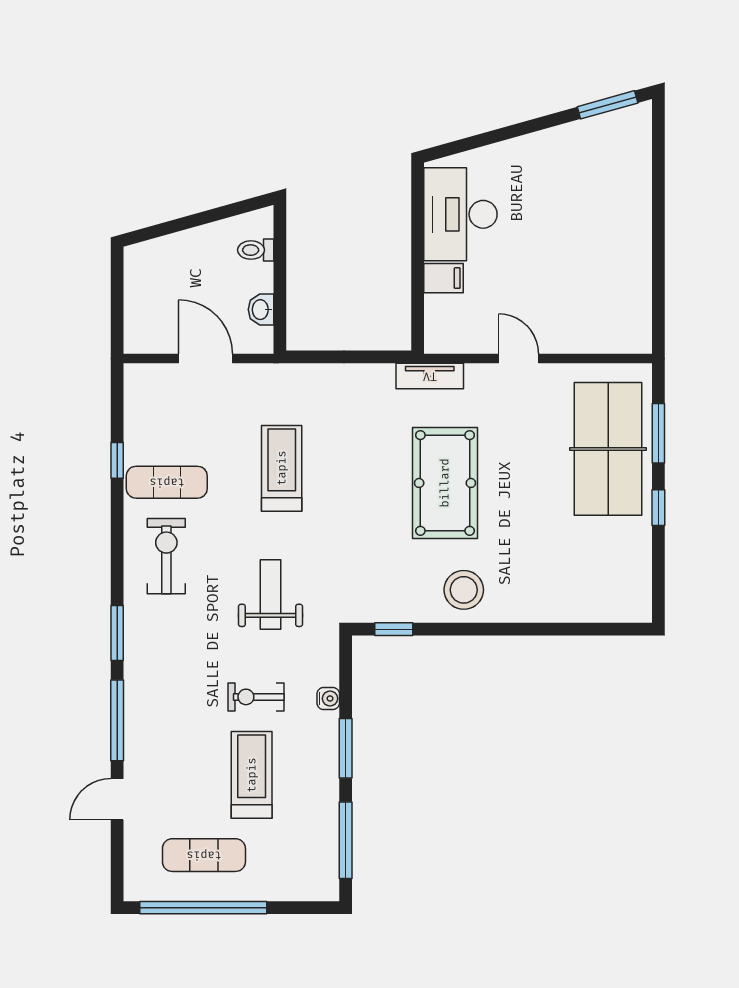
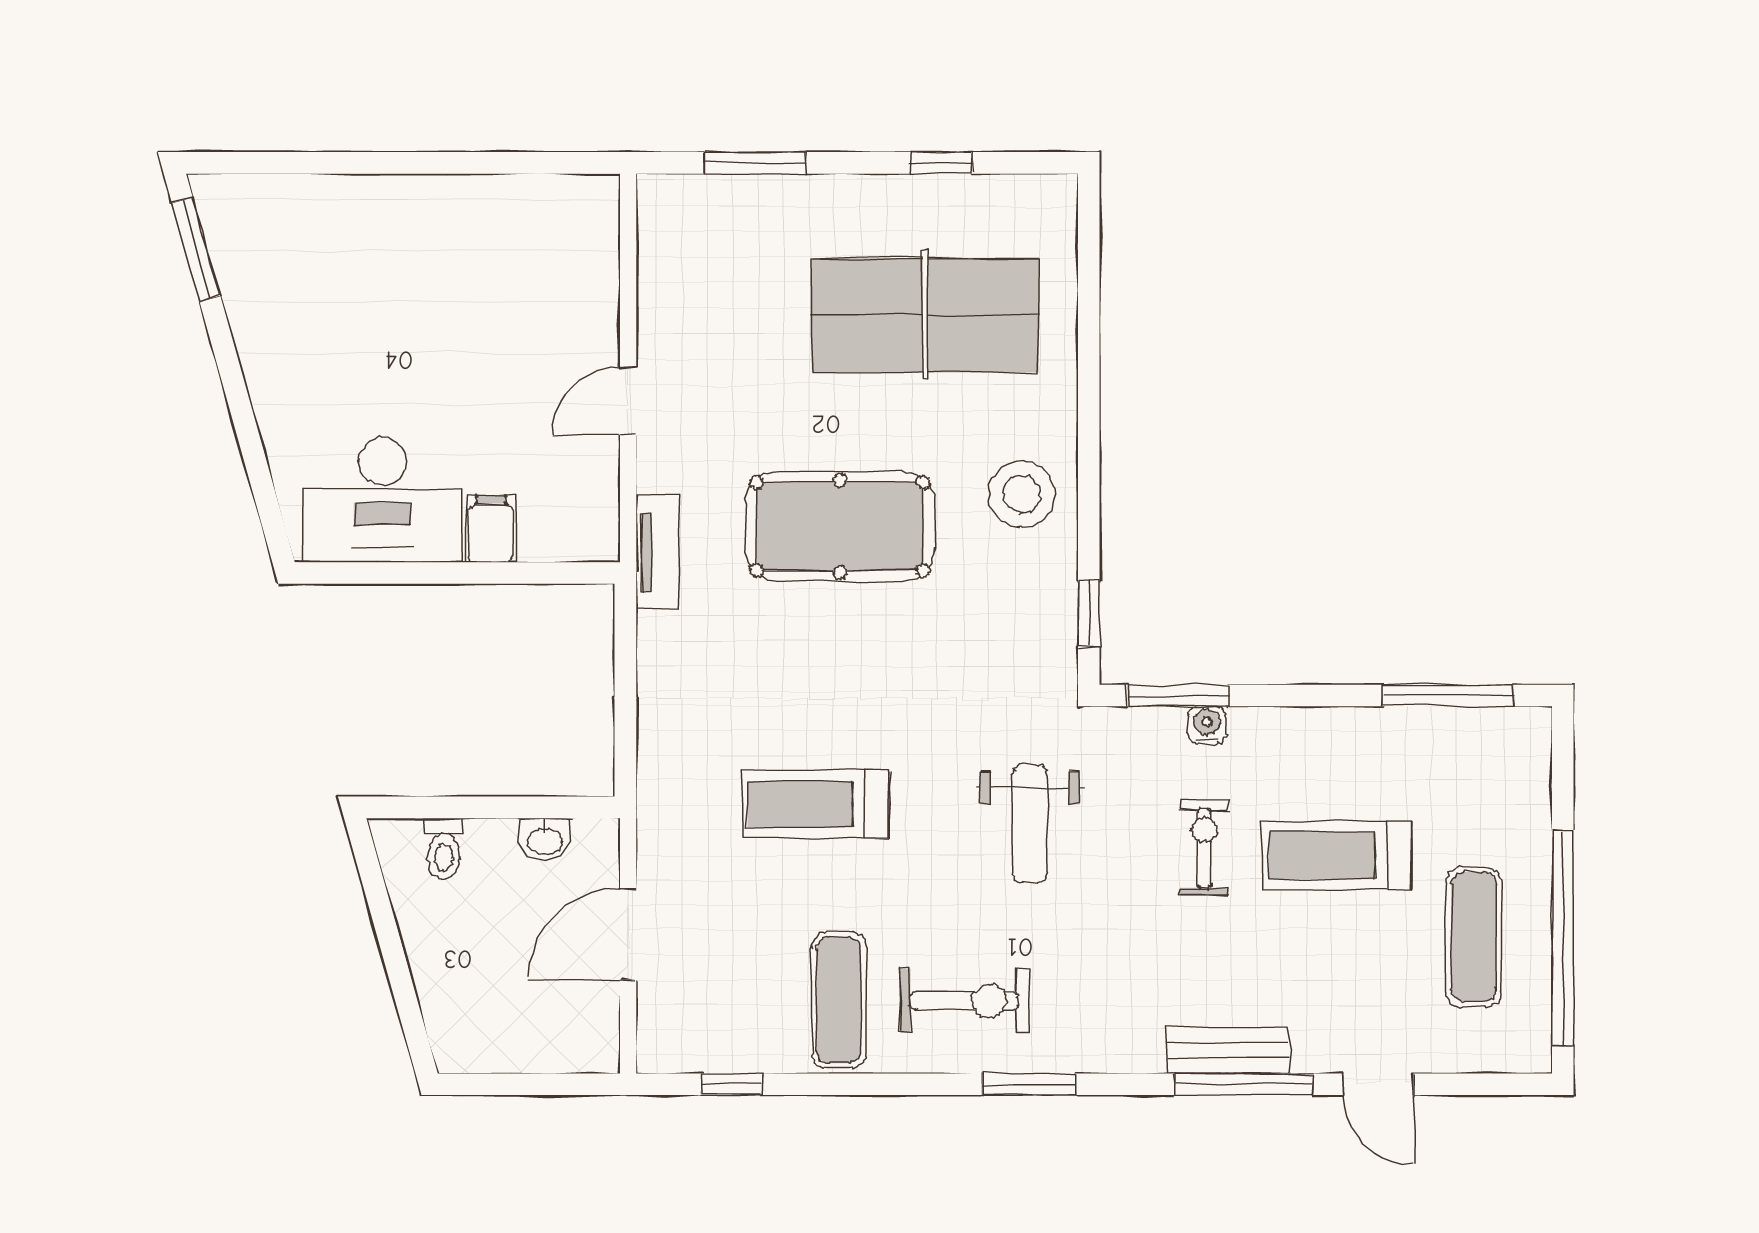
table tennis table: (608, 449) -> (925, 315), moved
window: (117, 460) -> (732, 1084), moved
window: (658, 508) -> (942, 163), moved
exercise bike: (166, 556) -> (965, 1001), turned 180
weight bench: (270, 594) -> (1030, 823), turned -90
window: (117, 633) -> (1029, 1084), moved
exercise bike: (256, 697) -> (1204, 848), turned 180
bench: (137, 711) -> (1228, 1050), added
window: (346, 748) -> (1178, 696), moved

